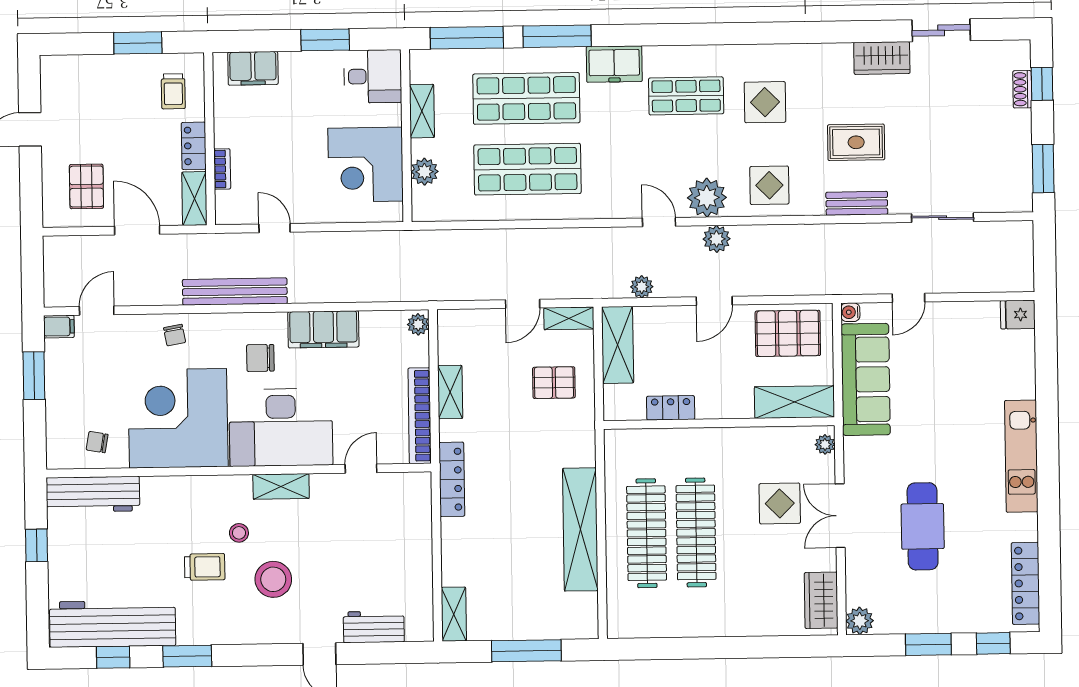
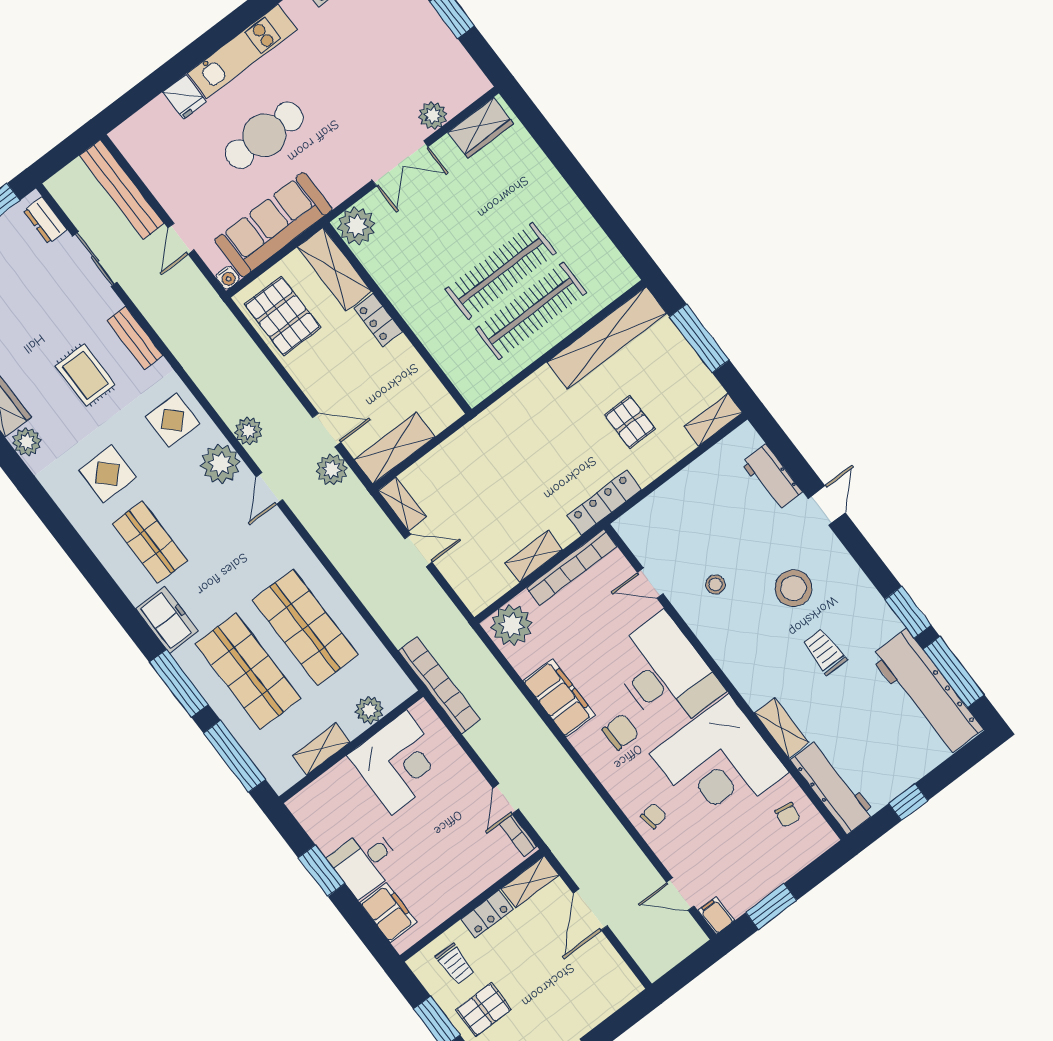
plant: (838, 57) -> (27, 442), added
desk: (373, 76) -> (365, 862), moved, turned -90
trolley: (173, 91) -> (455, 964), turned 90
bookcase: (222, 169) -> (518, 835), moved, turned -90
pallet: (86, 186) -> (484, 1010), moved
dresser: (1003, 201) -> (45, 220), added
bookcase: (404, 242) -> (439, 685), added
plant: (642, 287) -> (332, 469), width x1.38, depth x1.38
bench: (235, 292) -> (122, 189), moved
door: (908, 298) -> (181, 239), swing flipped
door: (714, 301) -> (327, 430), moved
fridge: (1018, 315) -> (184, 97), moved
plant: (418, 324) -> (512, 625), width x1.87, depth x1.87
chair: (260, 358) -> (620, 732), turned -90
pallet: (554, 383) -> (630, 422), moved
locker: (671, 408) -> (378, 320), moved
plant: (825, 444) -> (356, 226), width x1.87, depth x1.87
shelving: (281, 486) -> (782, 728), moved
display table: (780, 503) -> (426, 220), removed
cafe table: (923, 526) -> (264, 135), moved
shelving: (580, 529) -> (607, 338), moved
stool: (239, 533) -> (715, 584), moved
plant: (860, 621) -> (433, 115), moved
window: (113, 657) -> (954, 672), width x2.17

